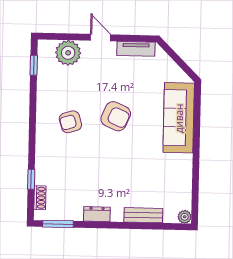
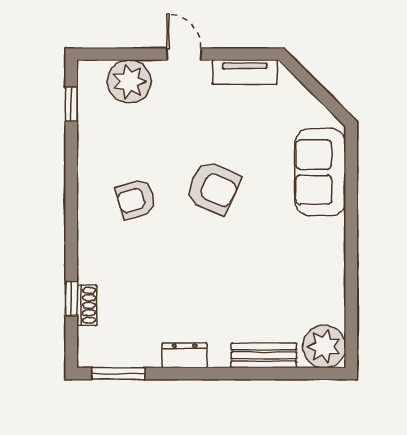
sofa: (179, 118) -> (320, 172), width x0.73
shoe rack: (40, 198) -> (87, 305), moved
plant: (185, 217) -> (324, 347), width x1.87, depth x1.87

